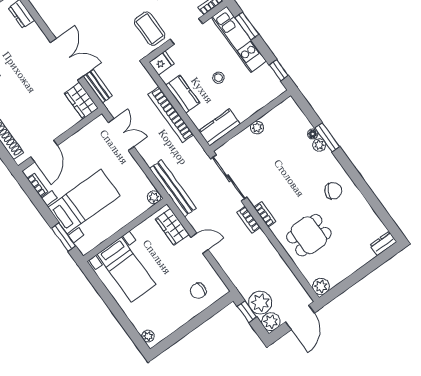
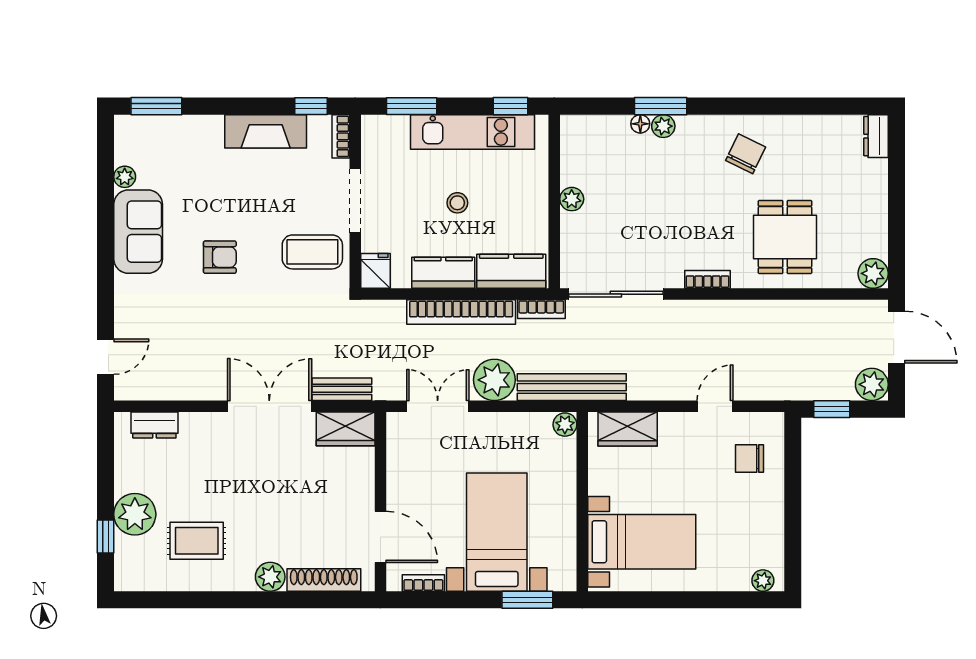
kitchen unit: (239, 39) -> (472, 132), moved
kitchen counter: (219, 127) -> (511, 271), moved, turned 90
bookcase: (249, 220) -> (541, 309), moved
door: (200, 243) -> (715, 406), moved
chair: (198, 291) -> (749, 459), turned 90
plant: (260, 303) -> (494, 380), moved

